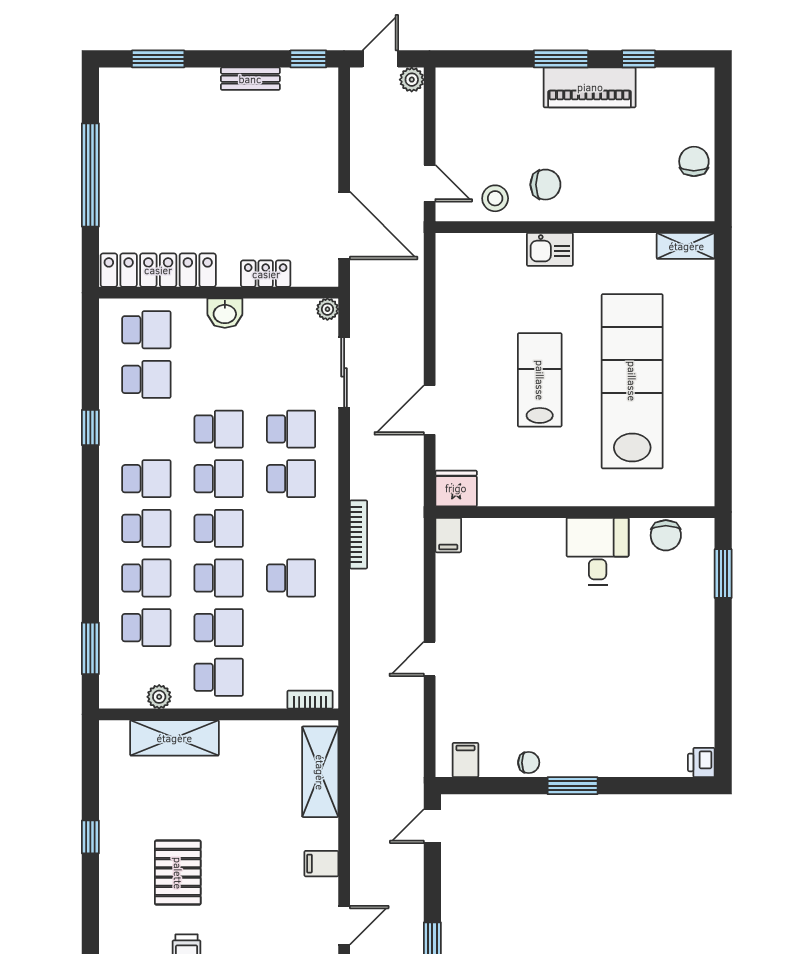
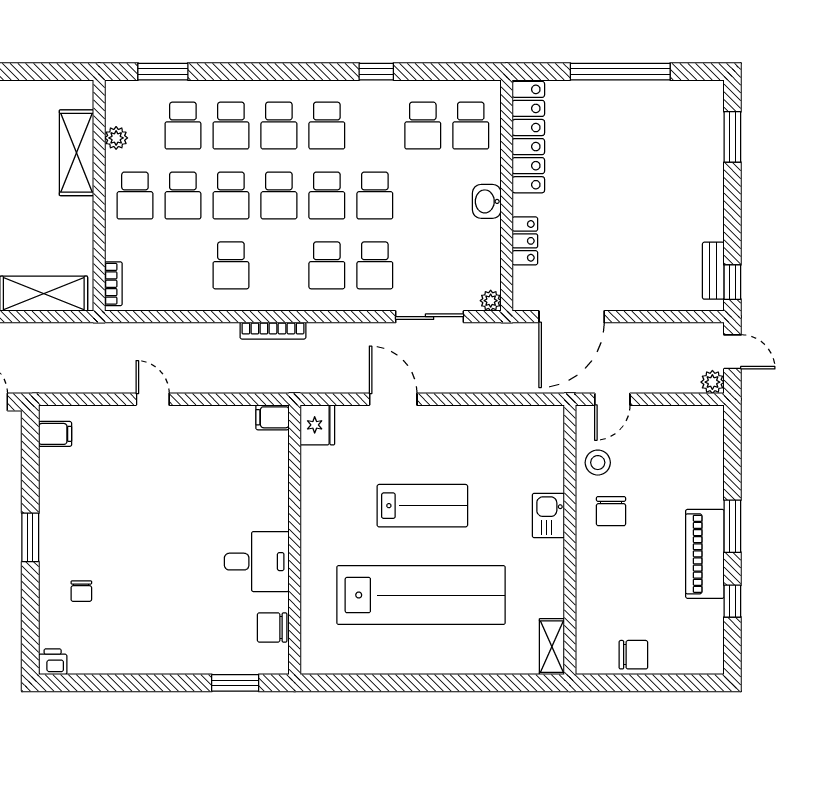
bench: (250, 79) -> (713, 271), moved
chair: (529, 763) -> (81, 591), moved

